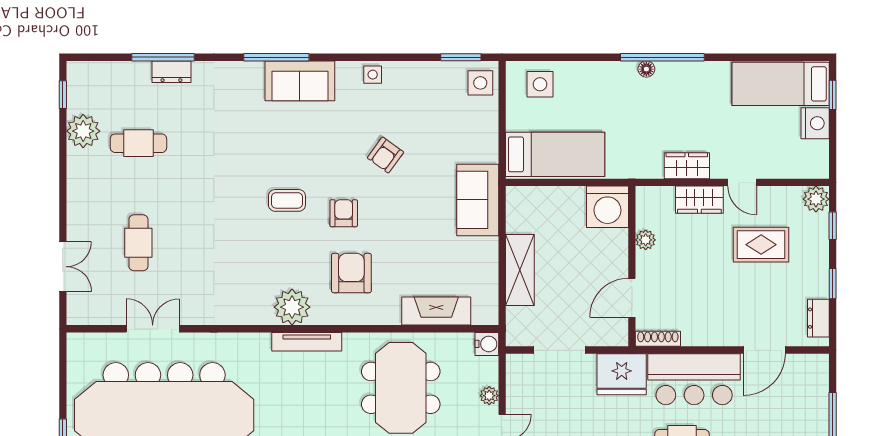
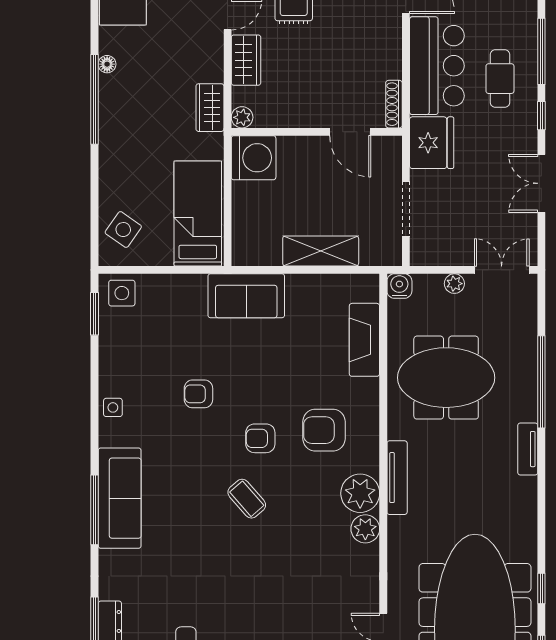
floor lamp: (646, 69) -> (107, 64), moved
sofa: (300, 81) -> (120, 498), width x1.36
side table: (540, 84) -> (123, 230), turned 35
armchair: (385, 155) -> (198, 394), turned 144
wardrobe: (687, 166) -> (210, 108), moved
coffee table: (287, 200) -> (247, 499), turned -41
plant: (646, 240) -> (242, 117), moved
plant: (259, 312) -> (365, 529), added

